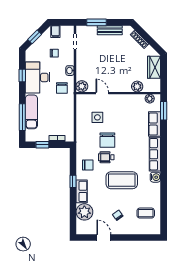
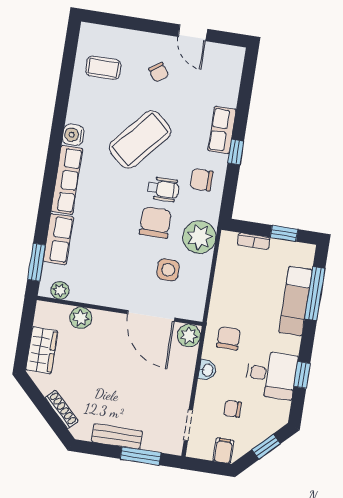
desk: (38, 77) -> (271, 375), width x0.73
door: (102, 93) -> (151, 316), width x1.87
coffee table: (122, 180) -> (140, 139), turned -49
plant: (84, 212) -> (199, 237), moved

